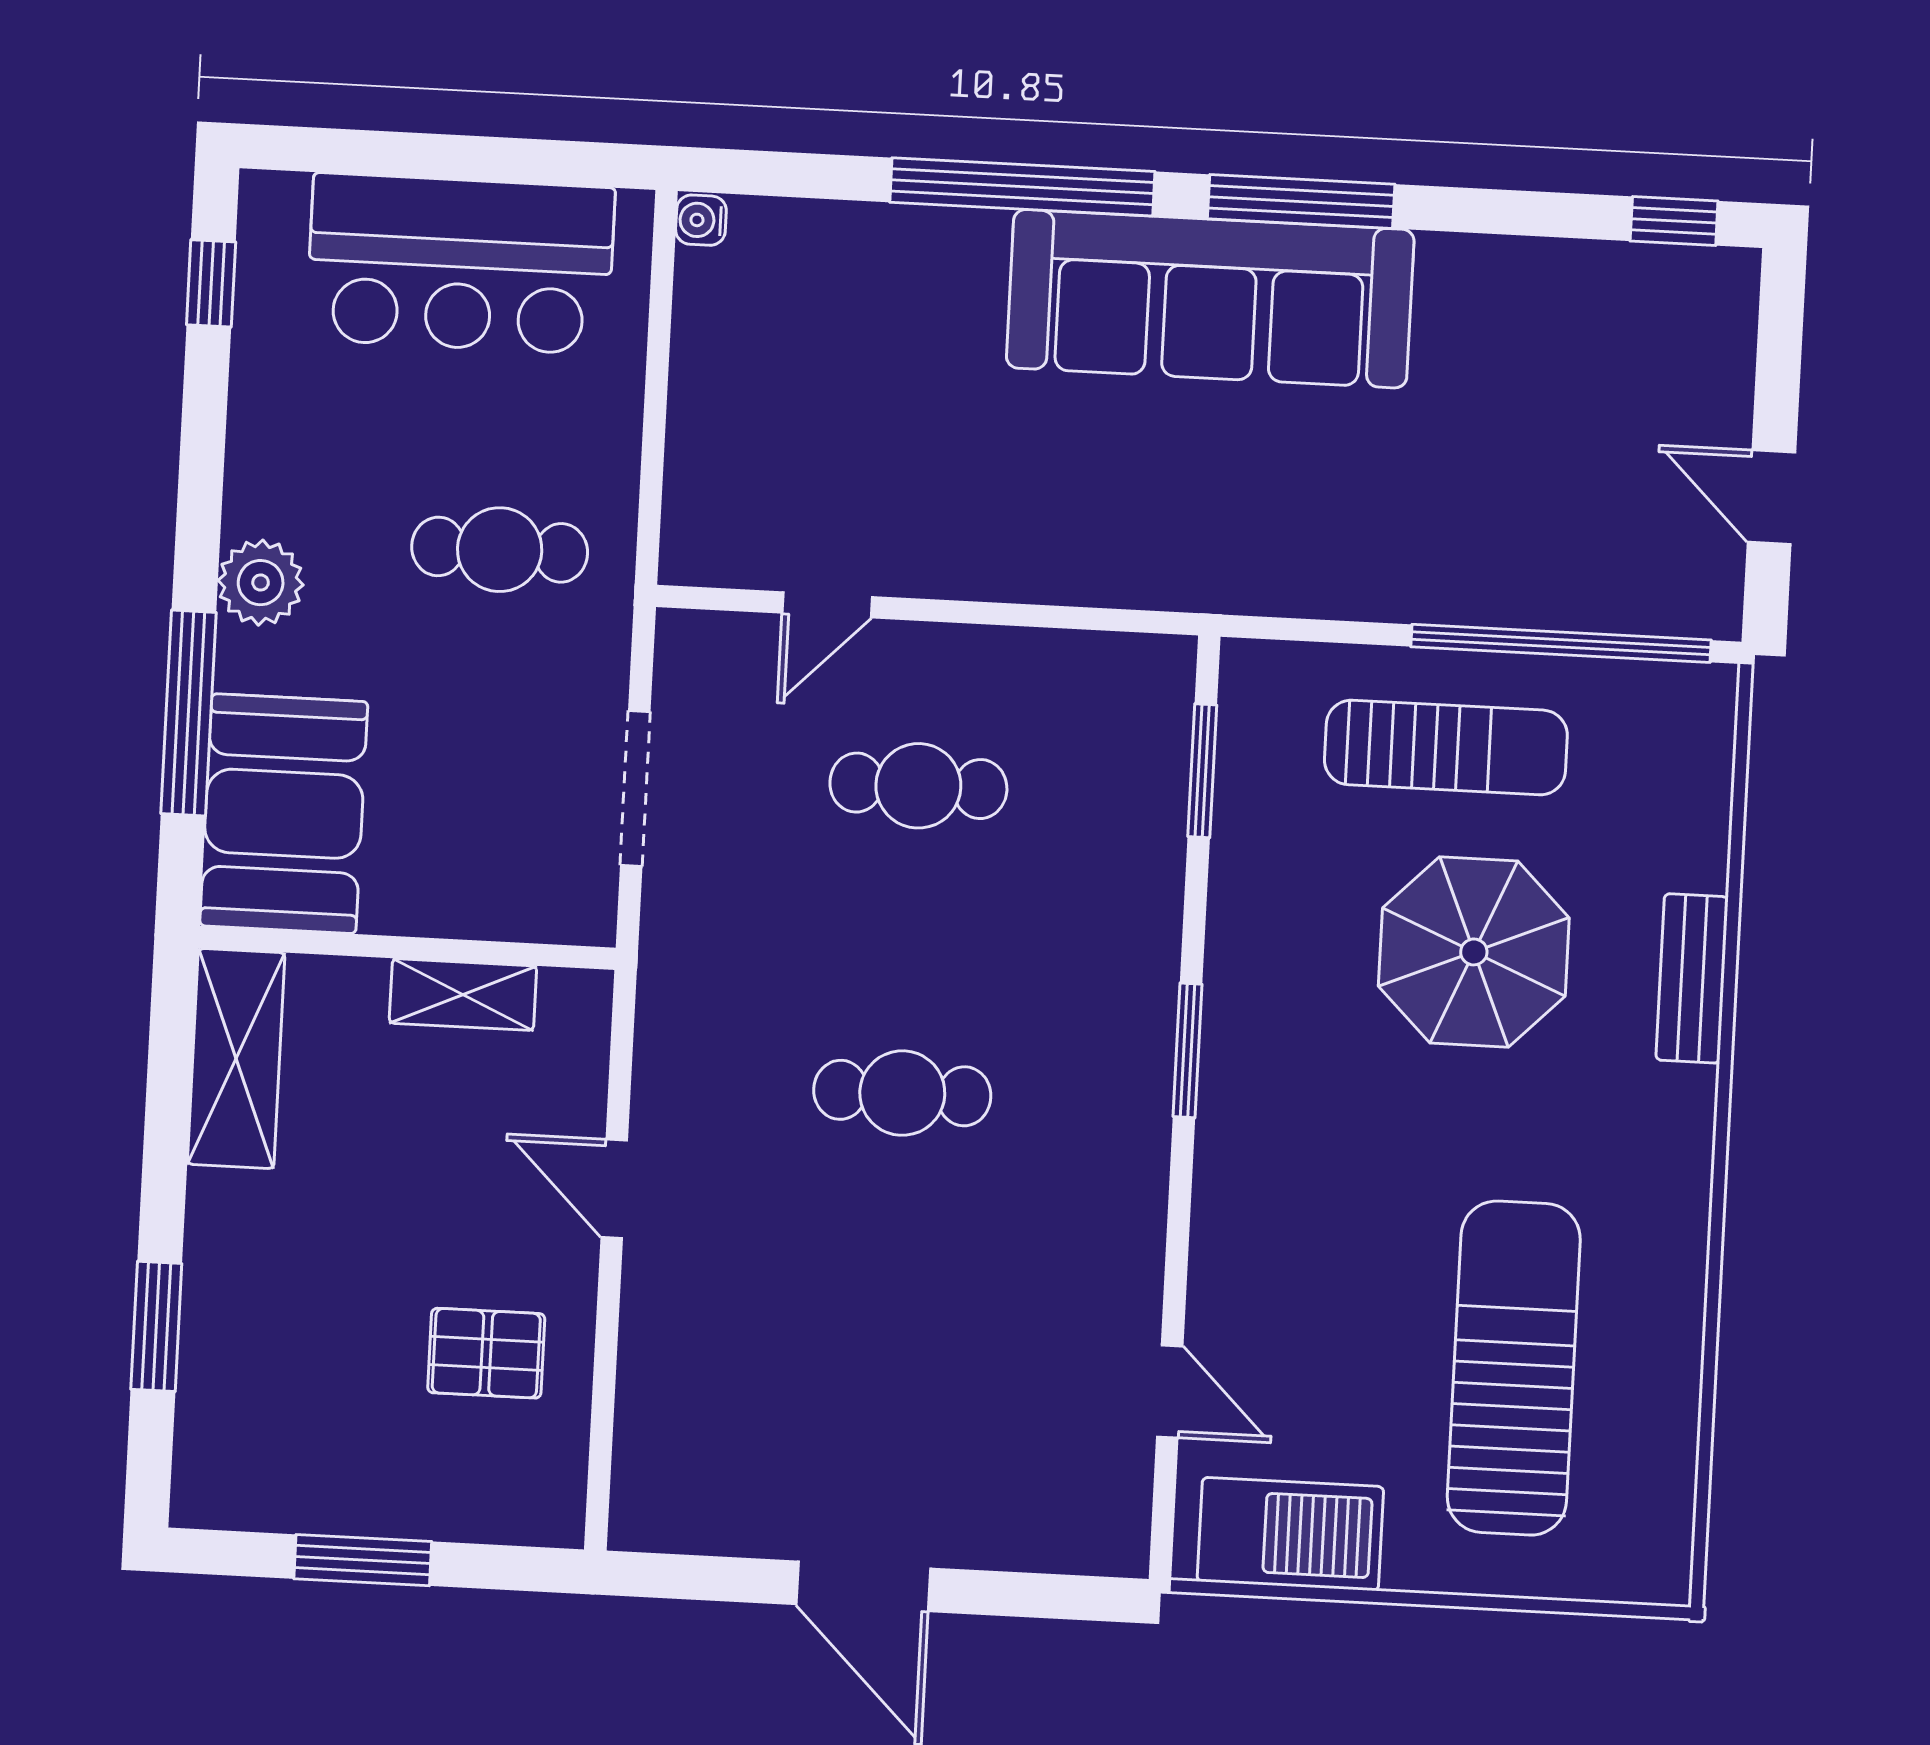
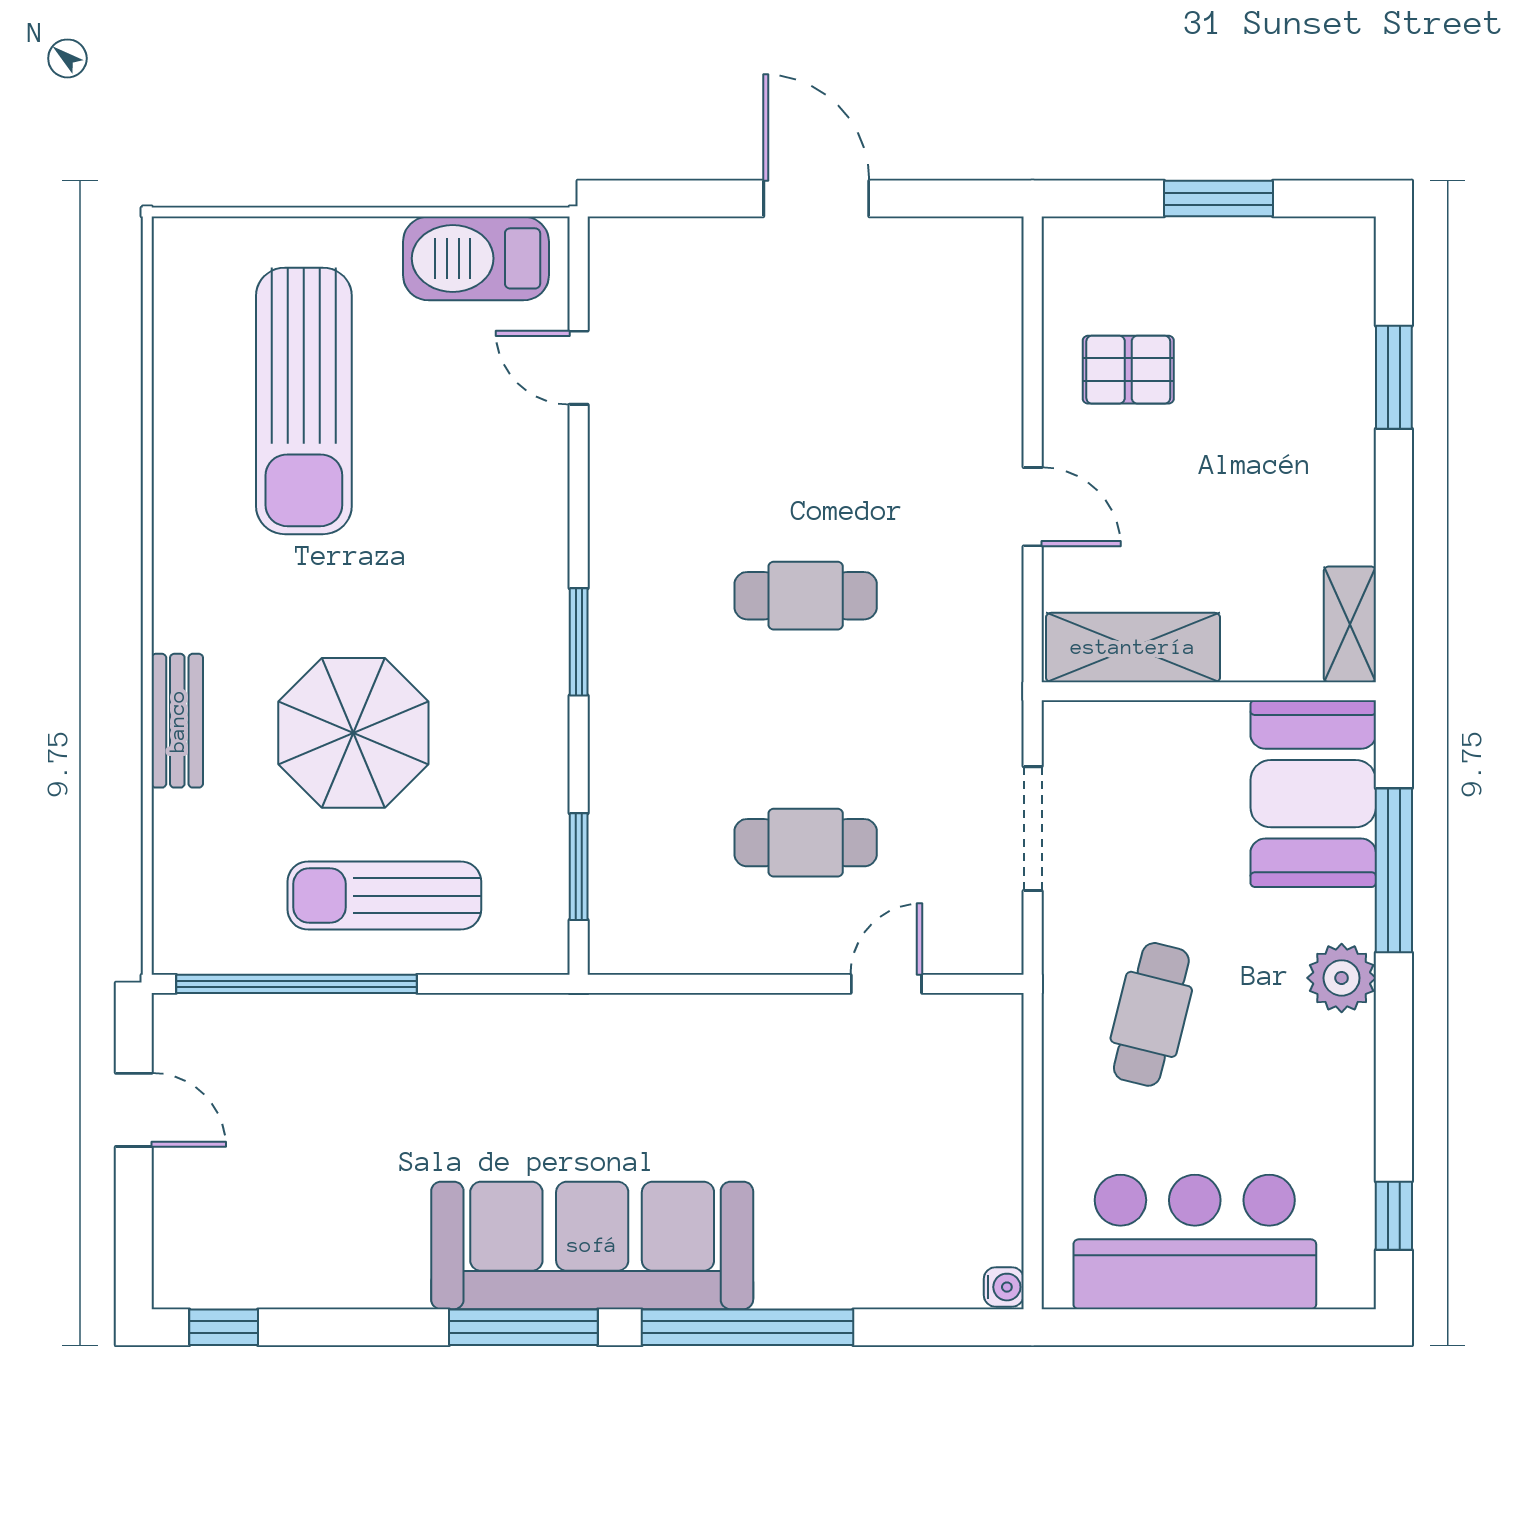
cafe table: (500, 550) -> (1151, 1014), turned -76
shelving: (463, 995) -> (1133, 647), width x1.50, depth x1.33
shelving: (236, 1058) -> (1350, 624), width x0.67, depth x0.75

